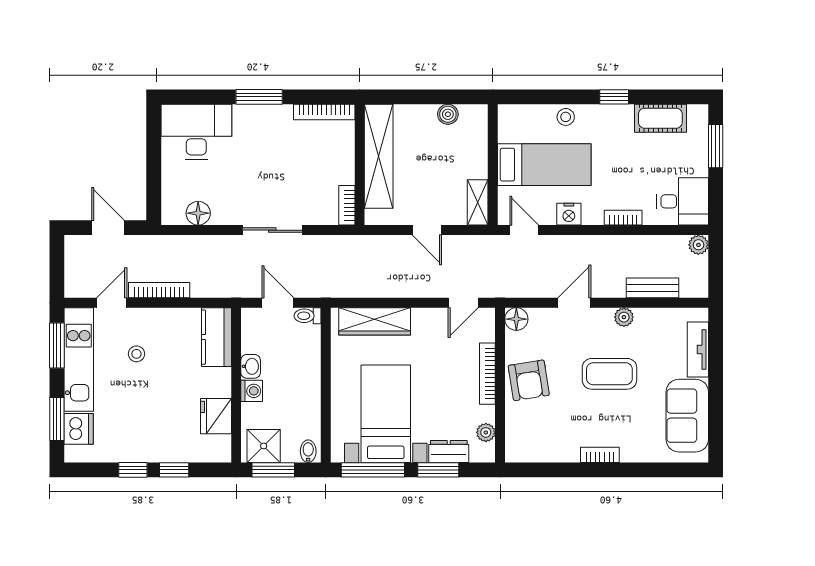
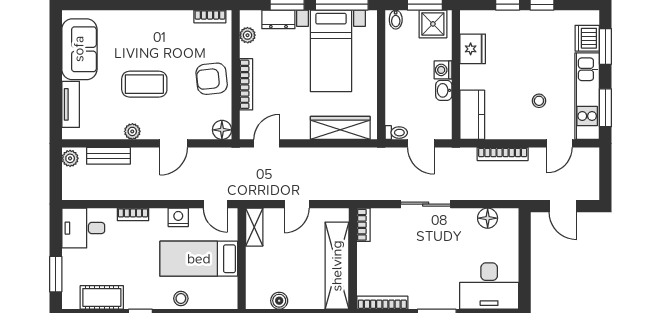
door: (427, 230) -> (297, 204), swing flipped
plant: (698, 245) -> (70, 158), moved
bookcase: (159, 290) -> (503, 154), moved
armchair: (529, 380) -> (212, 79), turned -87
bookcase: (600, 455) -> (210, 16), moved

